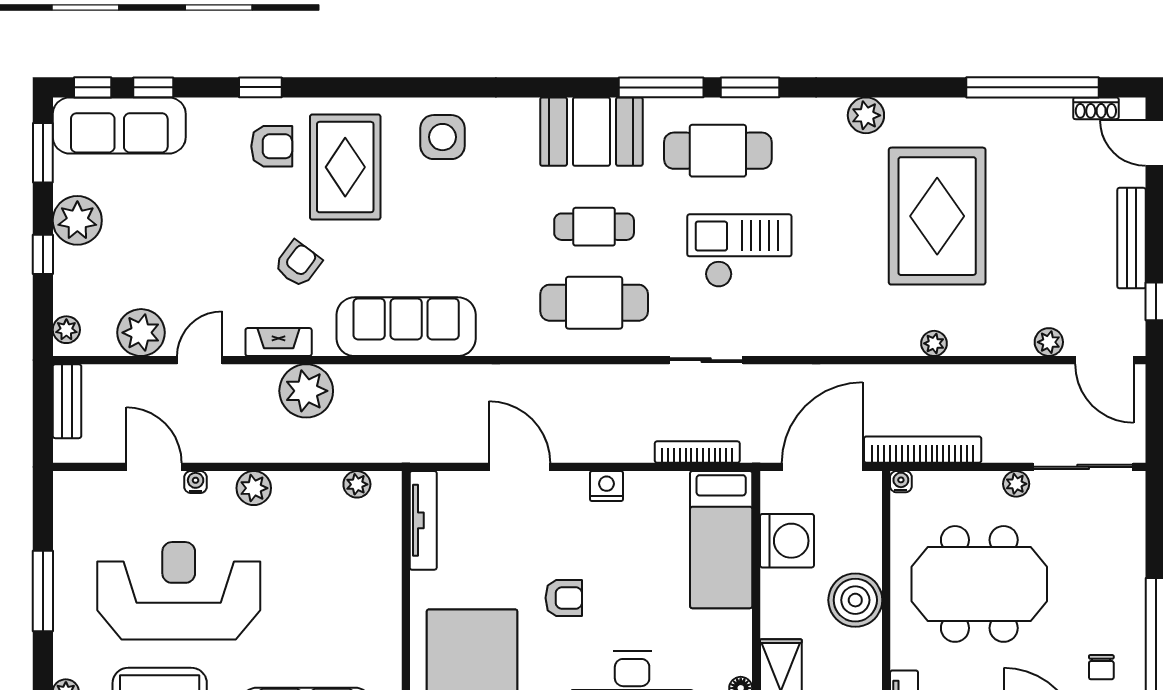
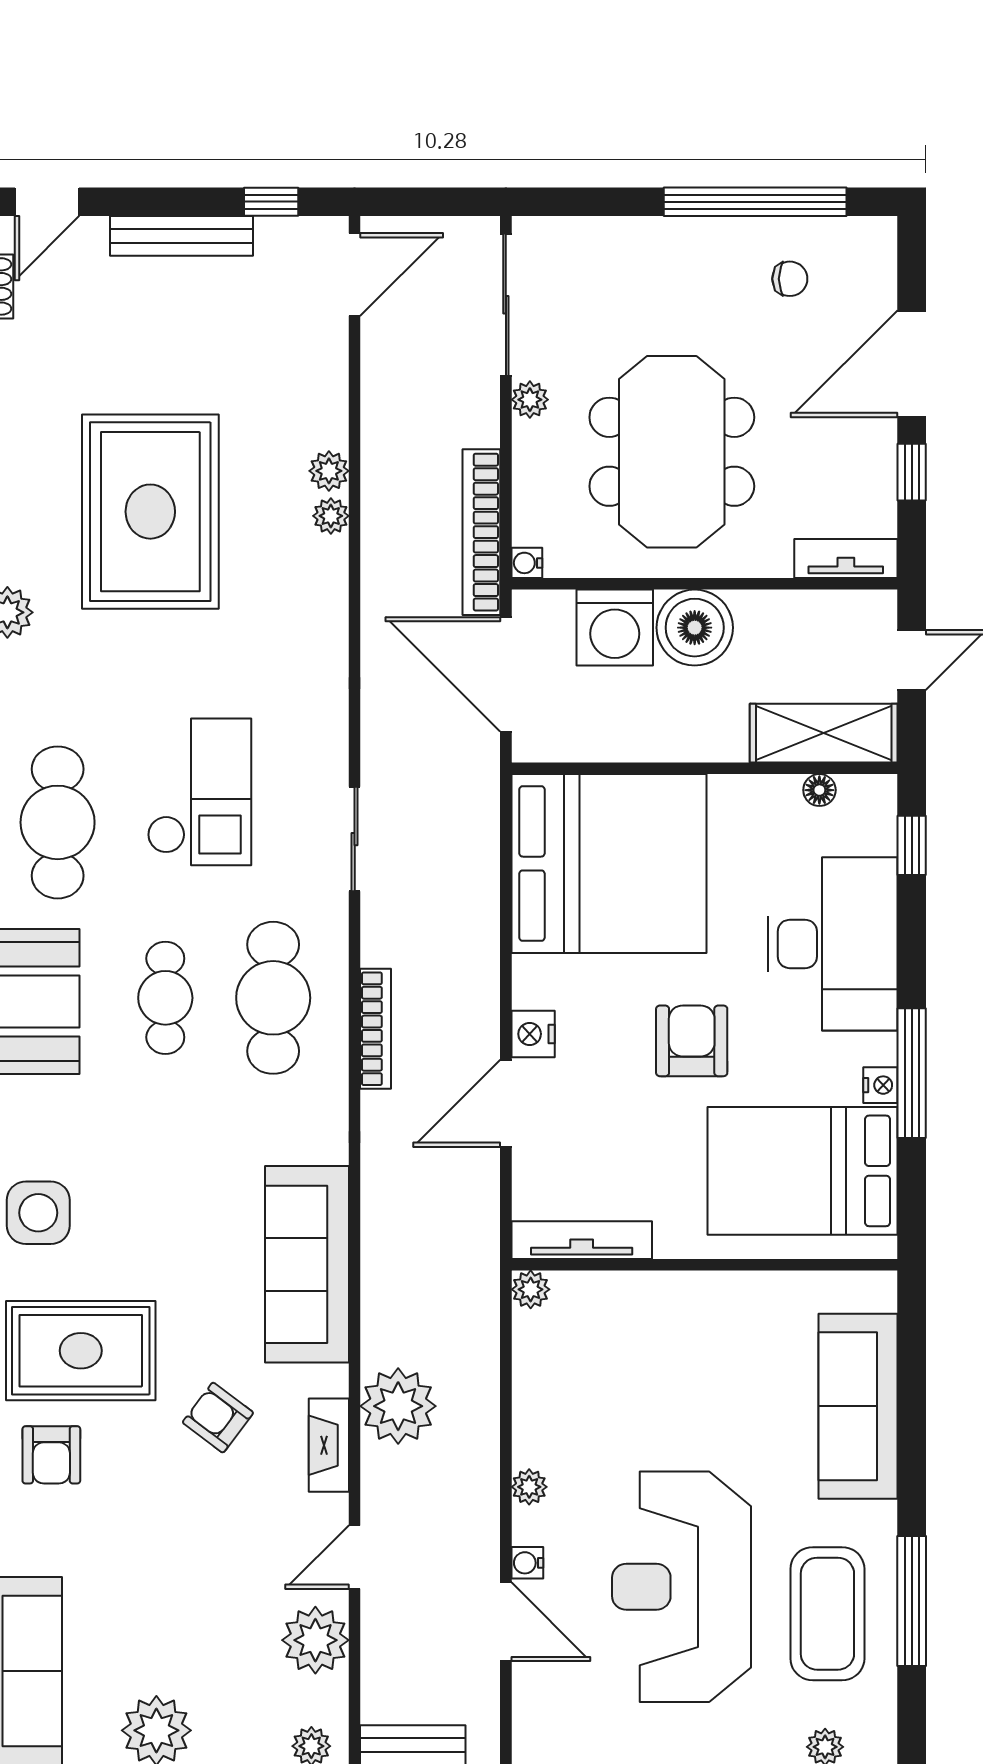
armchair: (272, 146) -> (51, 1455), turned 180
rug: (937, 216) -> (150, 512), turned 90
checkout: (739, 251) -> (199, 792), turned 180
plant: (1049, 342) -> (329, 471), moved
door: (200, 360) -> (355, 1557), hinge flipped
bookcase: (697, 452) -> (376, 1029), moved, turned 180
door: (154, 467) -> (506, 1622), swing flipped
plant: (357, 484) -> (531, 1289), moved
nightstand: (607, 486) -> (533, 1034), moved
plant: (254, 488) -> (529, 1487), width x0.73, depth x0.73
bed: (721, 540) -> (609, 864), width x2.04
washing machine: (787, 541) -> (615, 628), moved, turned 180
armchair: (564, 598) -> (692, 1041), width x1.38, depth x1.38

